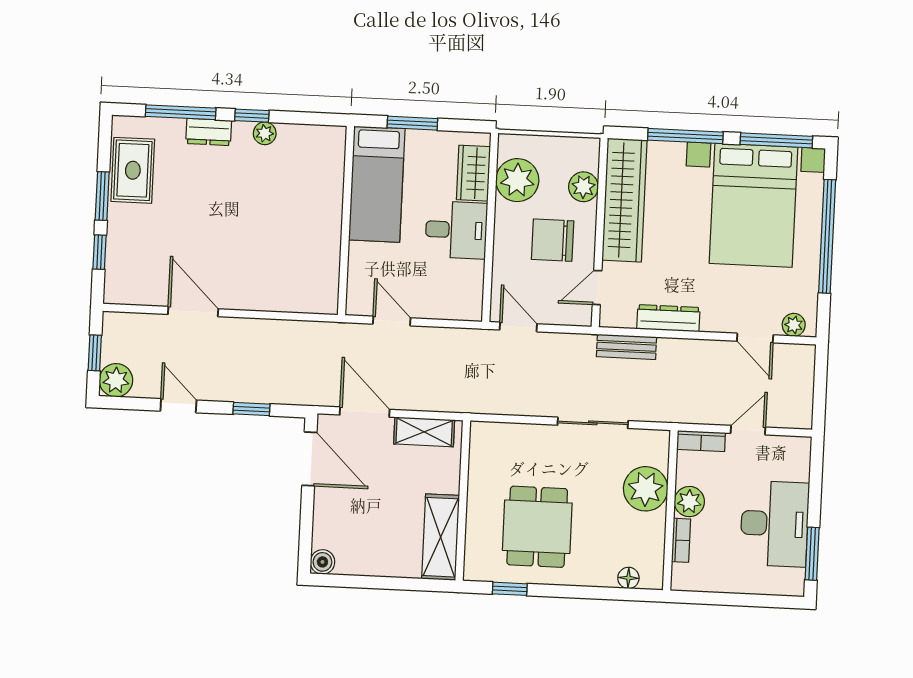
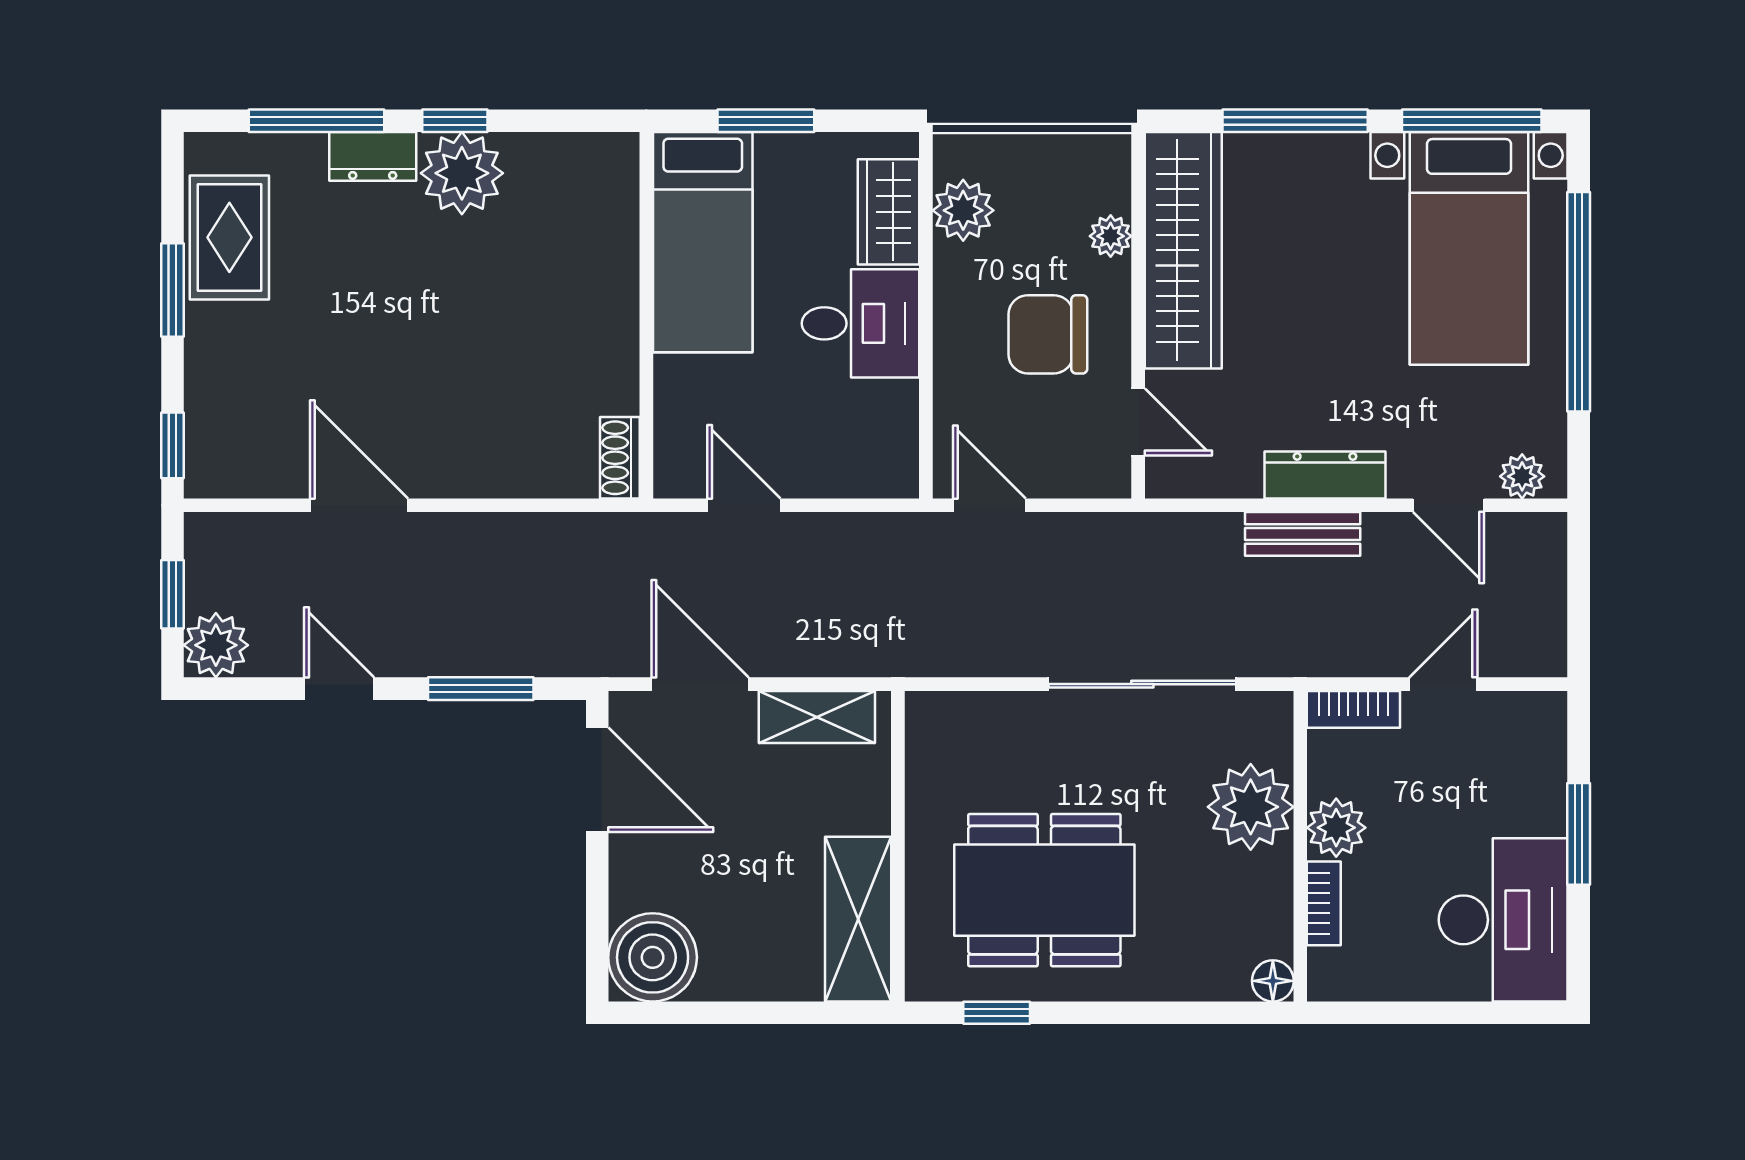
plant: (265, 133) -> (462, 173), width x1.87, depth x1.87
plant: (517, 180) -> (963, 210), width x0.73, depth x0.73
plant: (583, 187) -> (1111, 236), width x0.73, depth x0.73
bed with nightstands: (754, 205) -> (1469, 248), width x0.73
window: (99, 252) -> (172, 445), moved
door: (597, 288) -> (1138, 422), swing flipped
shoe rack: (329, 293) -> (620, 458), added
dresser: (668, 318) -> (1325, 475), moved
bench: (626, 347) -> (1303, 534), moved
window: (251, 409) -> (481, 689), width x1.50
sliding door: (593, 423) -> (1142, 684), width x1.37
desk: (775, 524) -> (1503, 920), moved
dining table: (537, 527) -> (1044, 890), width x1.38
window: (812, 554) -> (1579, 834), moved
boiler: (322, 562) -> (653, 957), width x1.86, depth x1.86
floor lamp: (628, 578) -> (1273, 981), moved

